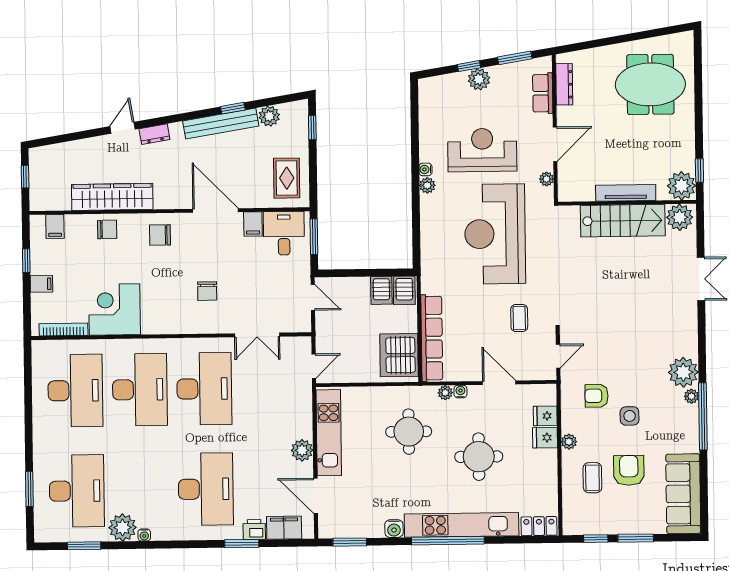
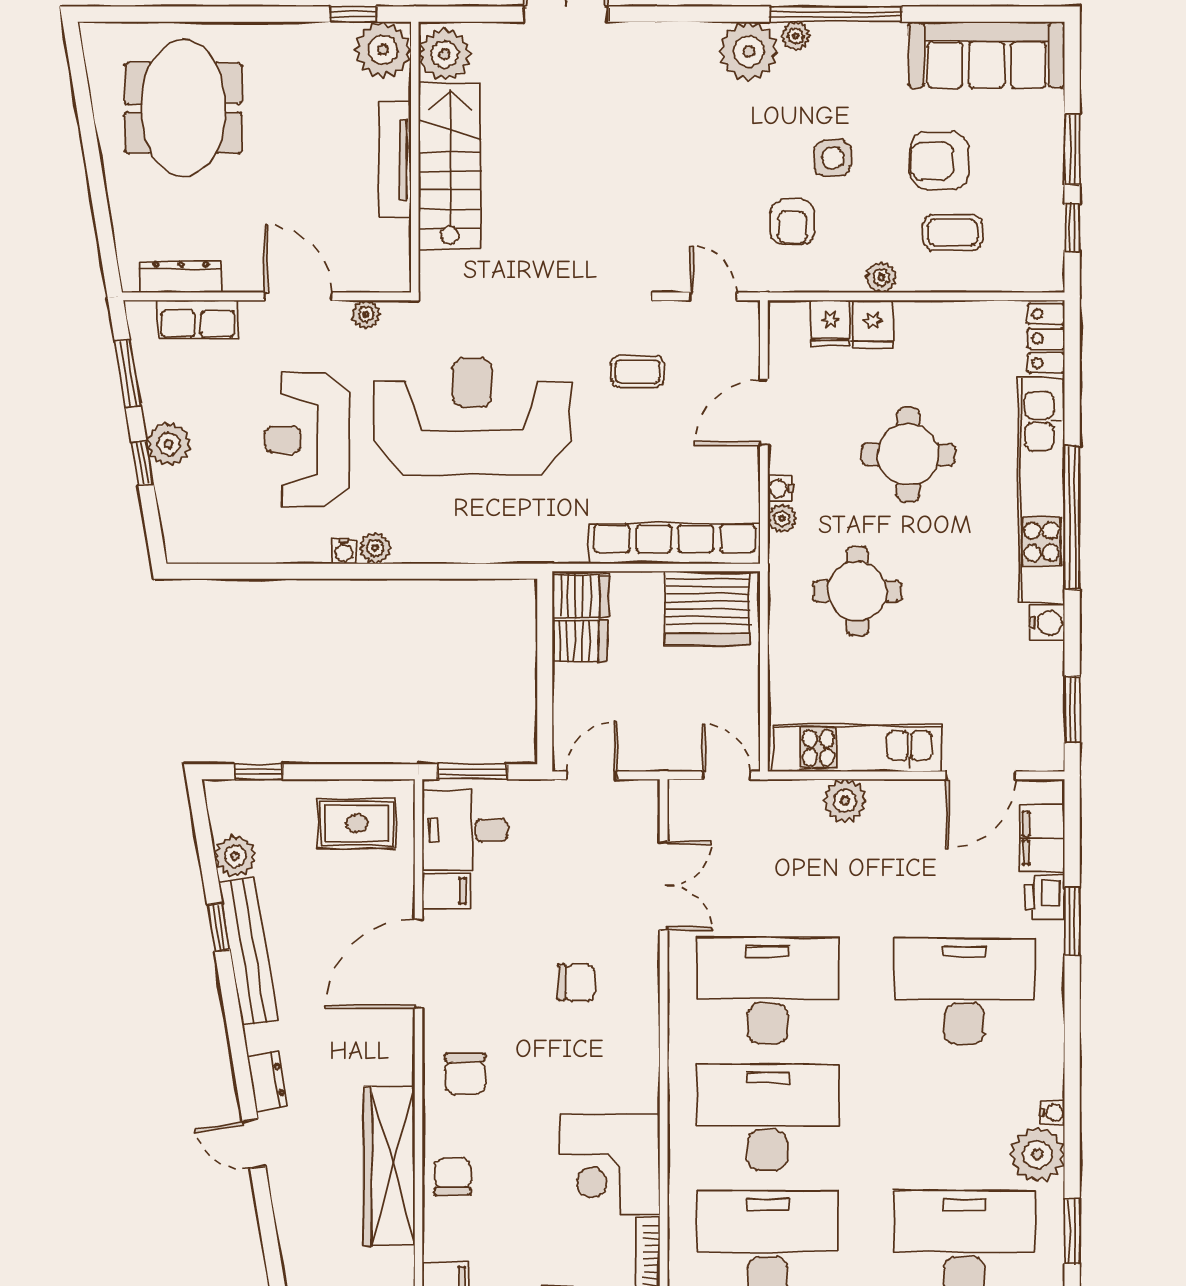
reception desk: (495, 234) -> (472, 417), turned 180
plant: (302, 450) -> (845, 801), moved

